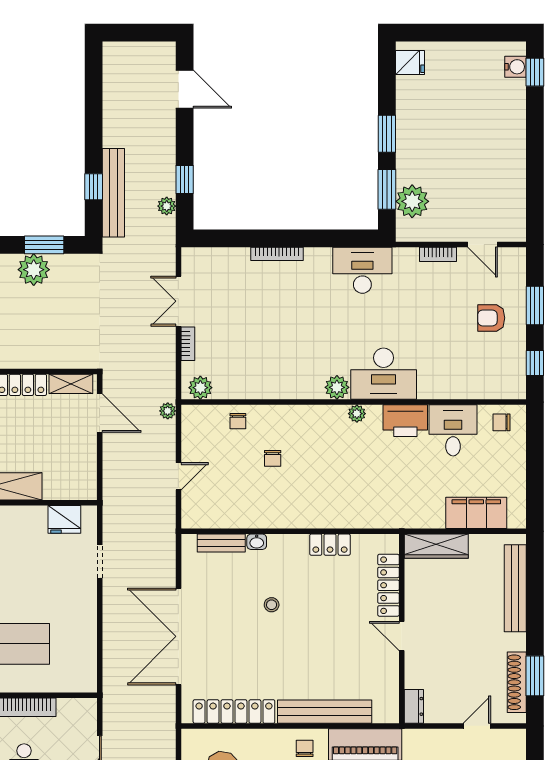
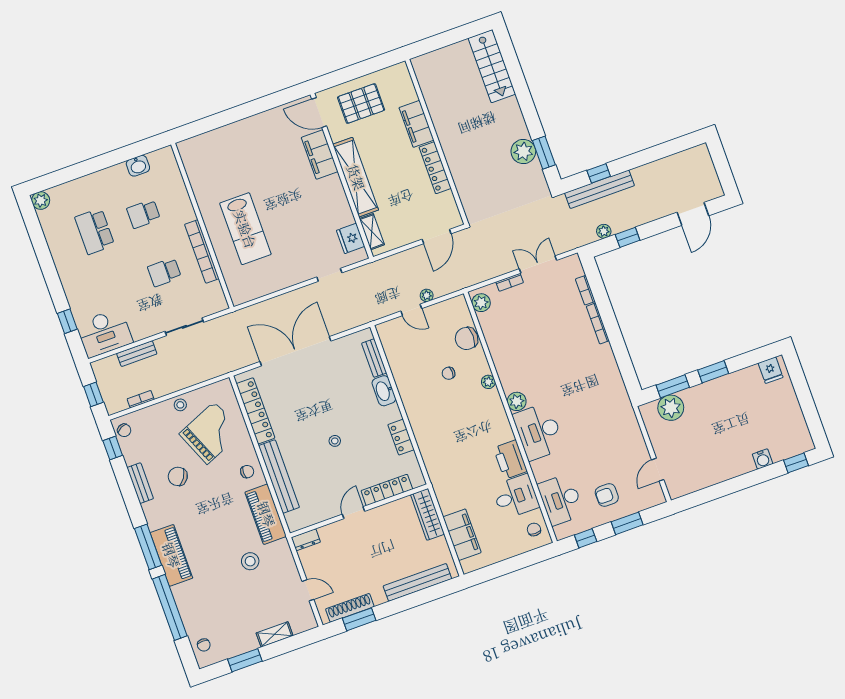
water cooler: (515, 67) -> (763, 459), moved
bookcase: (438, 254) -> (585, 290), moved
desk: (362, 270) -> (561, 500), moved, turned 180
armchair: (491, 318) -> (607, 495), turned -90
shelving: (71, 384) -> (372, 232), moved
plant: (168, 411) -> (427, 295), moved
plant: (357, 414) -> (488, 382), moved
chair: (238, 421) -> (467, 338), width x1.87, depth x1.87
washbasin: (257, 542) -> (384, 391), width x1.91, depth x1.45
stool: (272, 605) -> (335, 441), moved

